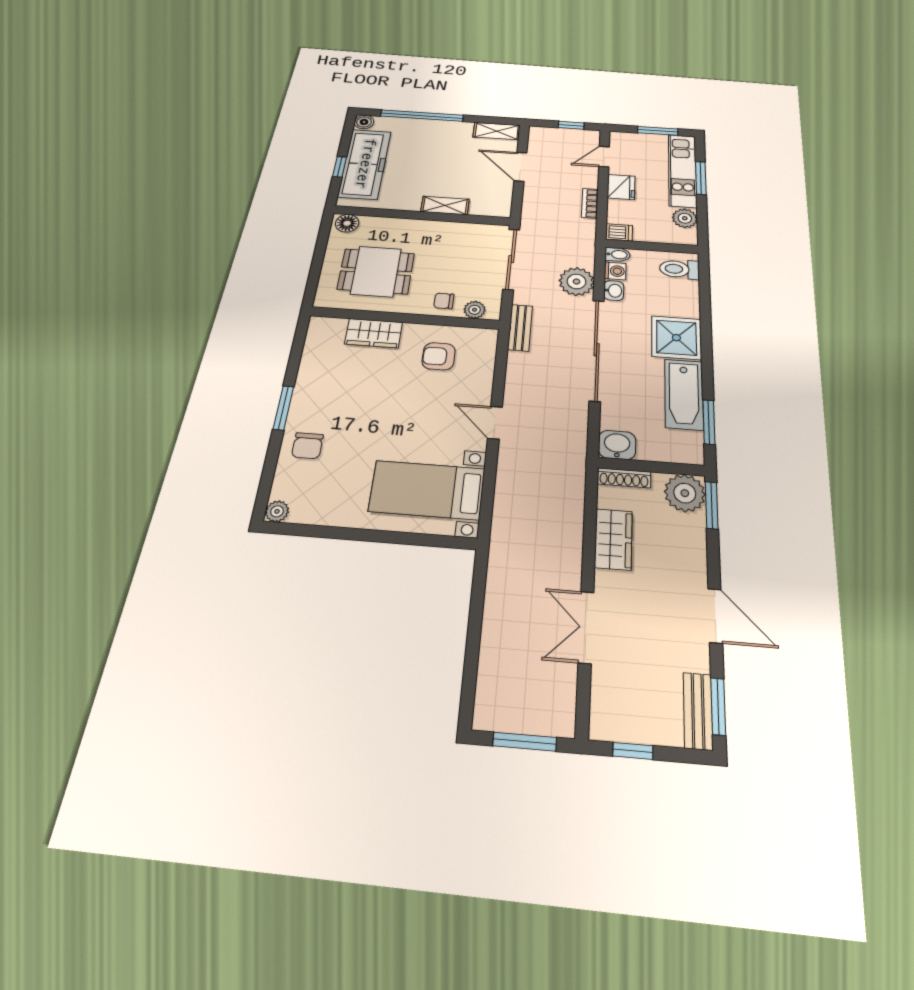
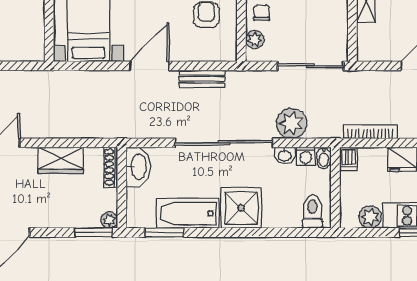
bookcase: (590, 203) -> (370, 132), width x1.56
bench: (520, 328) -> (202, 79), moved
door: (495, 423) -> (149, 66), width x1.38
washbasin: (617, 445) -> (138, 167), width x1.38
plant: (685, 493) -> (109, 220), width x0.53, depth x0.53

